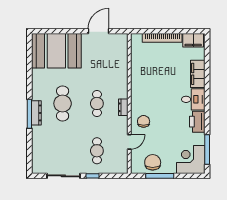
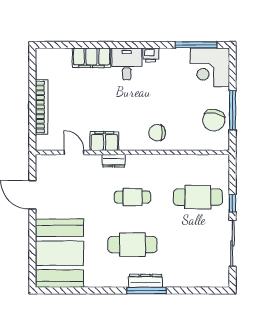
filing cabinet: (193, 40) -> (104, 141), moved, turned -90
dresser: (123, 107) -> (114, 161), moved
printer: (197, 122) -> (151, 55), width x0.53, depth x0.68
door: (129, 142) -> (74, 152), moved
cafe table: (97, 151) -> (198, 197), width x1.37, depth x1.35
chair: (153, 162) -> (214, 120), turned -80

